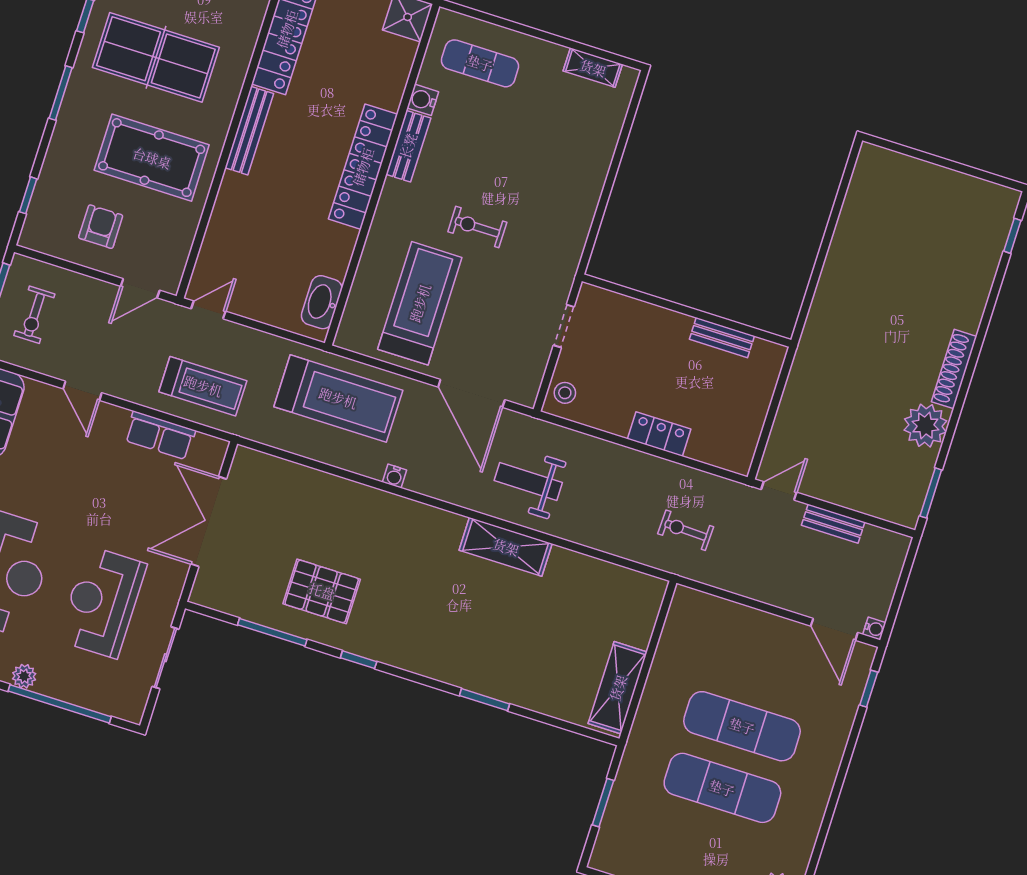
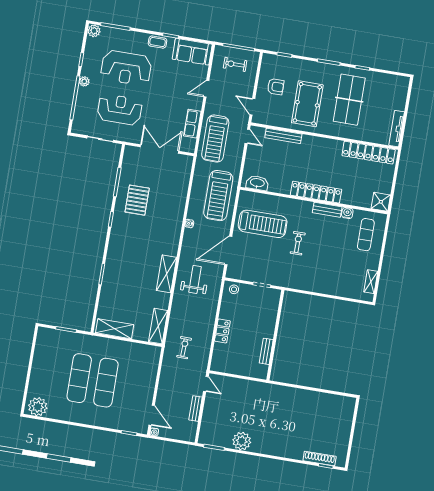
bench: (249, 131) -> (283, 136), moved
shoe rack: (954, 369) -> (320, 458), moved
treadmill: (203, 386) -> (215, 139), width x1.37, depth x1.38
shelving: (626, 584) -> (158, 326), added
door: (834, 629) -> (152, 415), swing flipped

